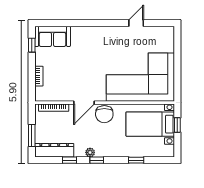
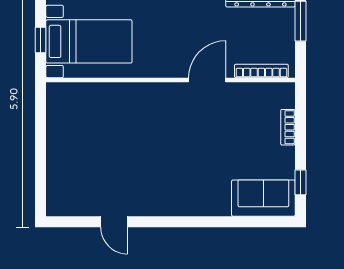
door: (136, 23) -> (114, 222), hinge flipped
corner sofa: (140, 77) -> (107, 125), removed
chair: (104, 114) -> (171, 59), removed

